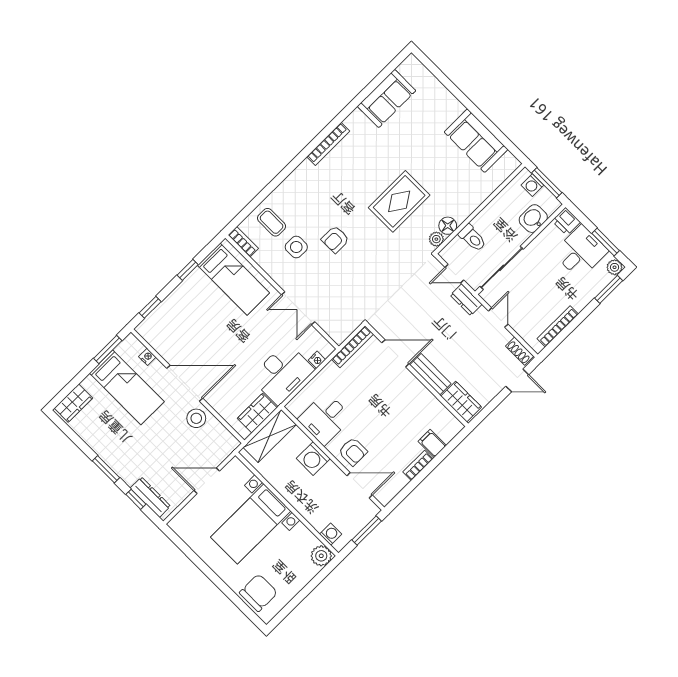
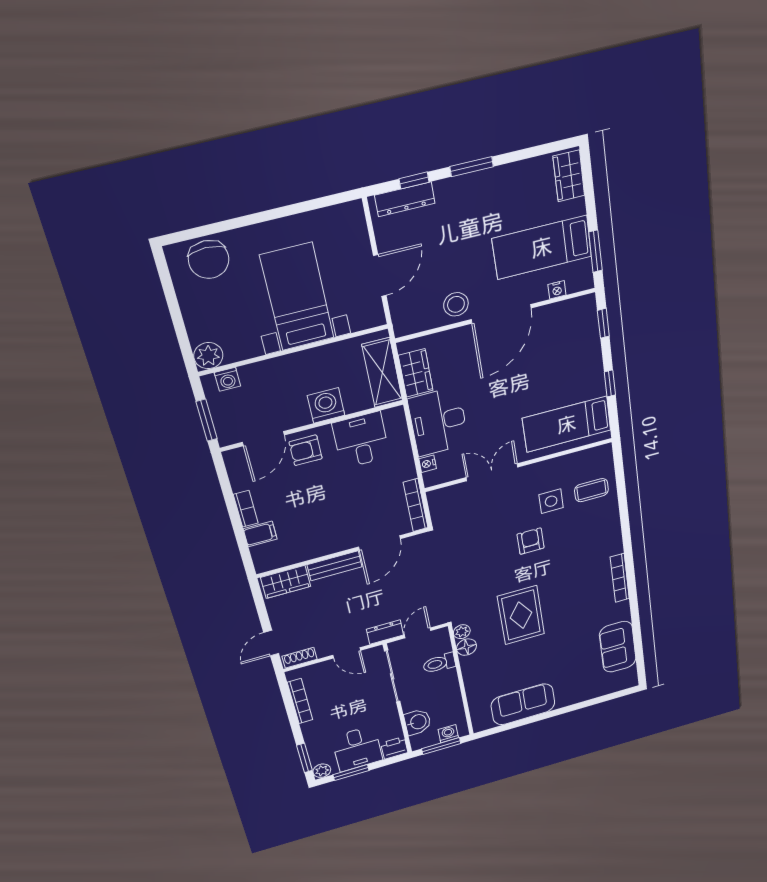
bookcase: (243, 242) -> (594, 453), removed

